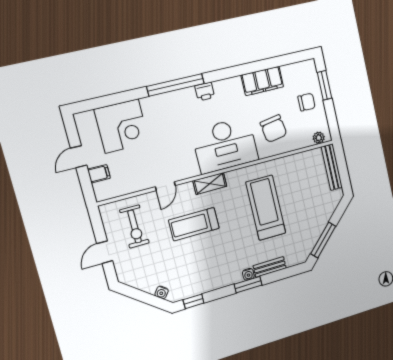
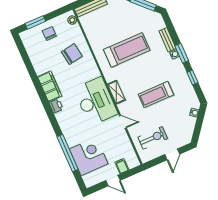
filing cabinet: (262, 81) -> (50, 86), moved
window: (176, 85) -> (68, 153), moved
desk: (225, 145) -> (96, 101), moved
treadmill: (266, 208) -> (127, 50), turned 180
treadmill: (194, 224) -> (156, 95), moved, turned 90
door: (105, 252) -> (172, 154), hinge flipped
window: (194, 301) -> (192, 78), moved

